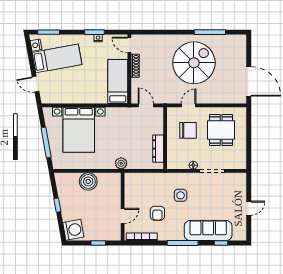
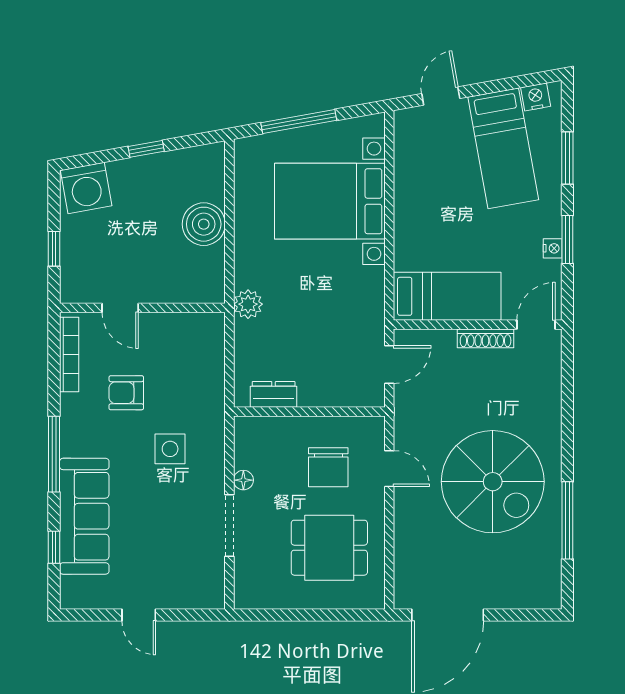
window: (49, 32) -> (567, 158), moved
dresser: (158, 149) -> (274, 394), width x0.70

